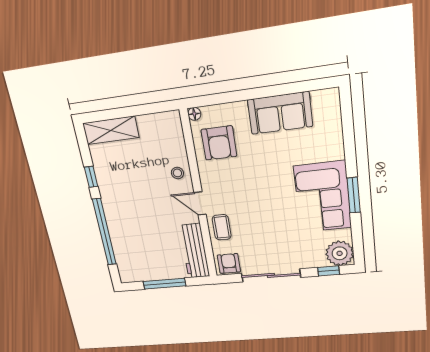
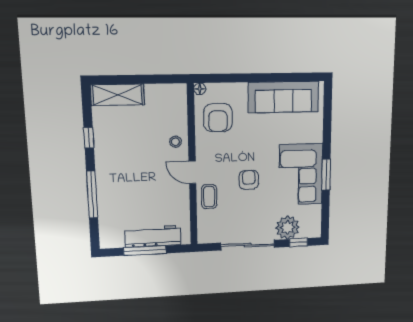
sofa: (280, 113) -> (283, 97), width x1.36
window: (104, 232) -> (92, 195), width x0.68
workbench: (194, 251) -> (153, 236), moved, turned 90
plant: (340, 253) -> (288, 227), moved
armchair: (229, 263) -> (249, 180), moved

